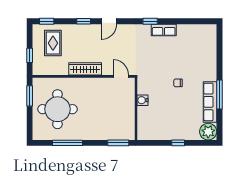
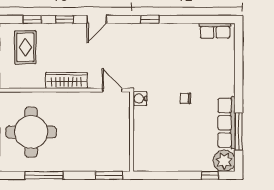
window: (47, 21) -> (32, 19), moved
row of seats: (164, 30) -> (215, 31), moved
window: (219, 95) -> (239, 131), moved
water cooler: (142, 100) -> (140, 99), moved
window: (178, 143) -> (210, 175), moved

